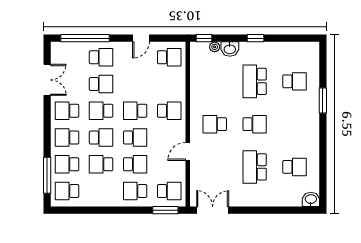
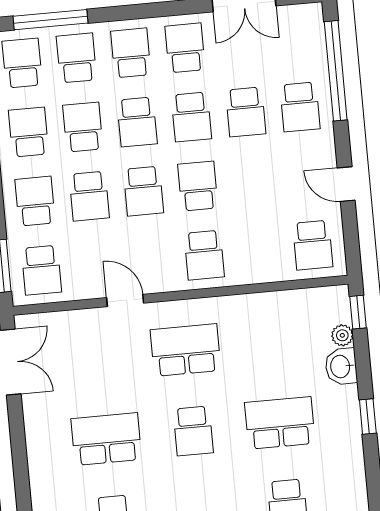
school desk: (101, 111) -> (191, 117), turned 180
school desk: (215, 124) -> (186, 350), width x1.85
school desk: (101, 191) -> (29, 132), added

